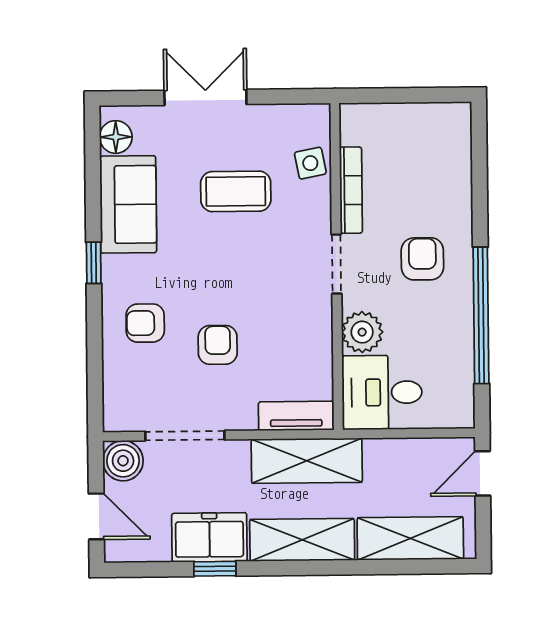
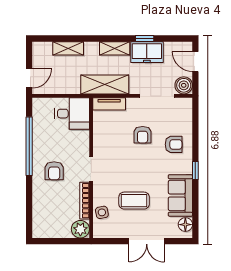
plant: (362, 332) -> (80, 229), moved
shelving: (410, 538) -> (68, 48), width x0.67, depth x0.75
shelving: (302, 540) -> (115, 48), width x0.67, depth x0.75

